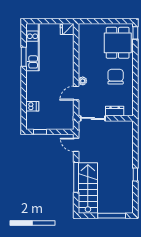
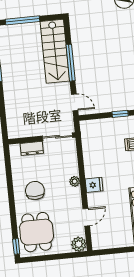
fridge: (67, 29) -> (94, 185), moved
plant: (84, 30) -> (79, 244), added
chair: (116, 77) -> (35, 191), turned 180
door: (76, 93) -> (86, 217), moved

